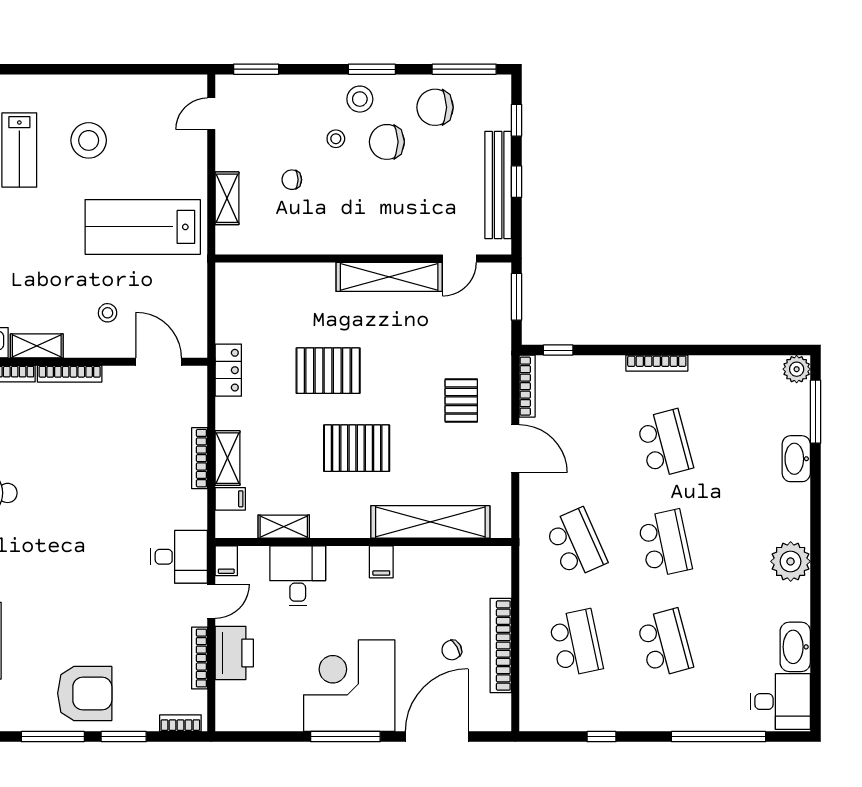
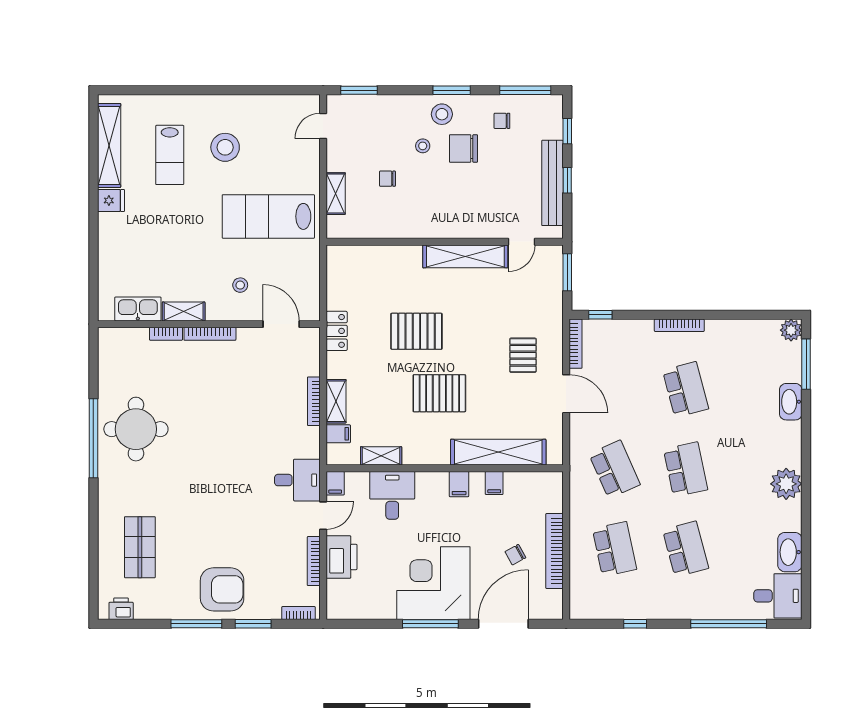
chair: (435, 107) -> (502, 121), width x0.54, depth x0.54
filing cabinet: (425, 560) -> (494, 483), added

